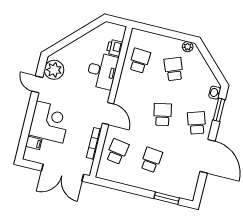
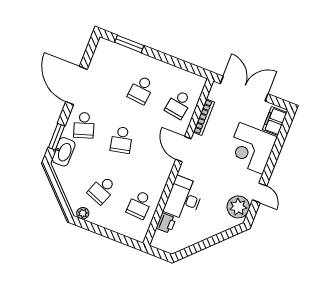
school desk: (174, 69) -> (102, 190), turned 42
washbasin: (215, 93) -> (64, 152), width x1.91, depth x1.45
filing cabinet: (34, 143) -> (275, 121), width x2.00

